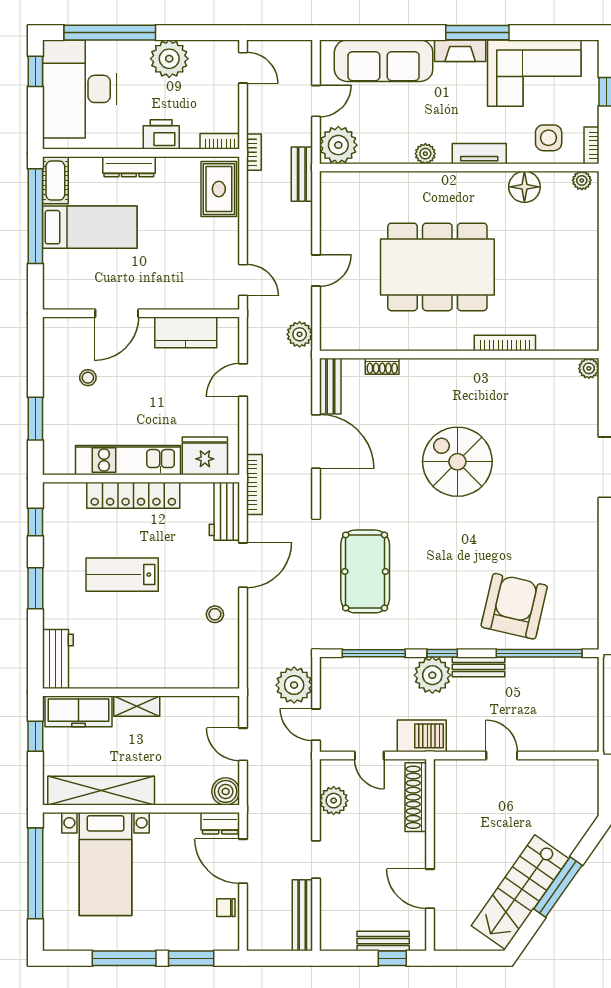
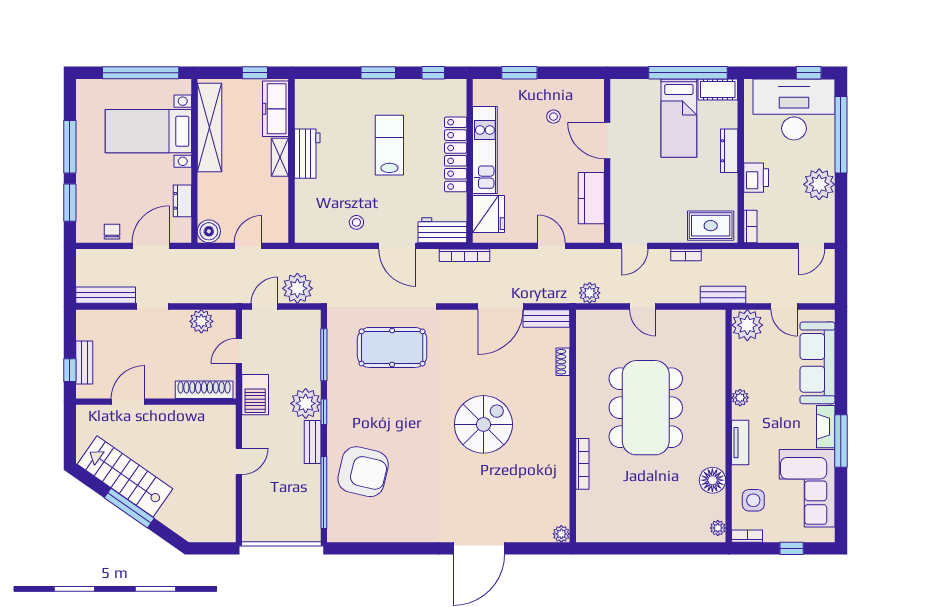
bookcase: (254, 152) -> (686, 255), moved
workbench: (58, 659) -> (307, 154), moved, turned -90
dresser: (220, 823) -> (182, 201), moved

